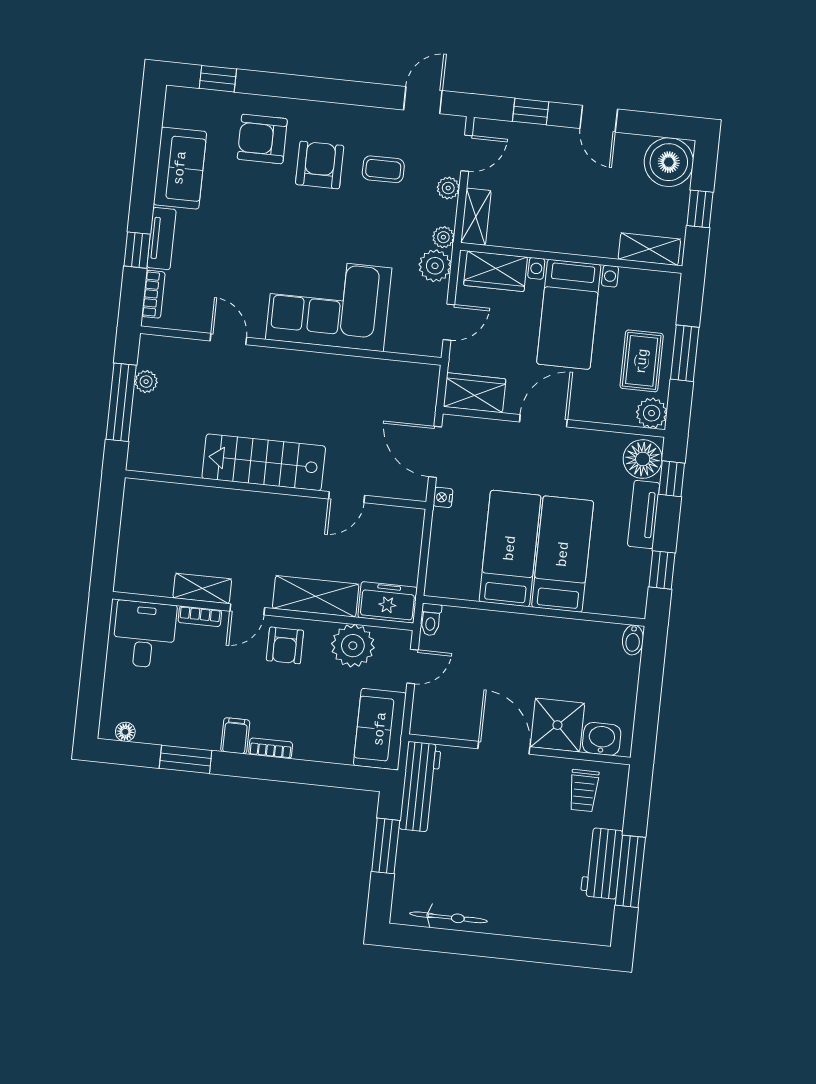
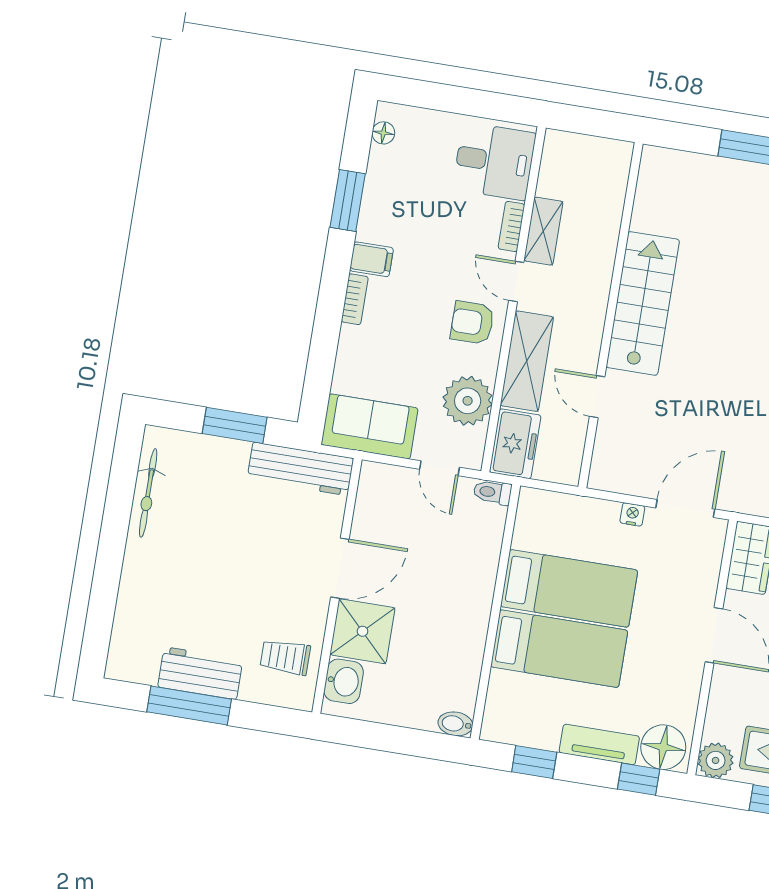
stairs: (264, 462) -> (643, 303), moved
wall: (276, 490) -> (610, 315), moved
door: (347, 497) -> (597, 397), moved

